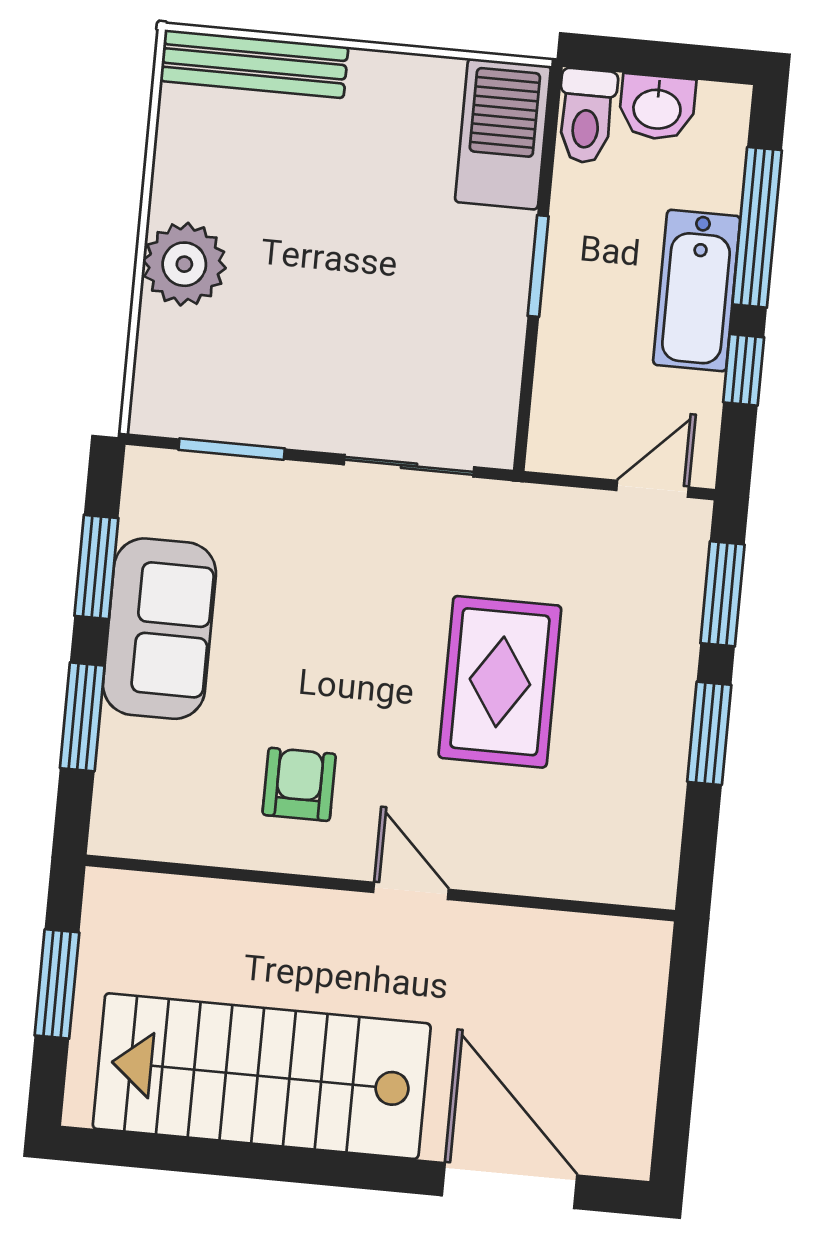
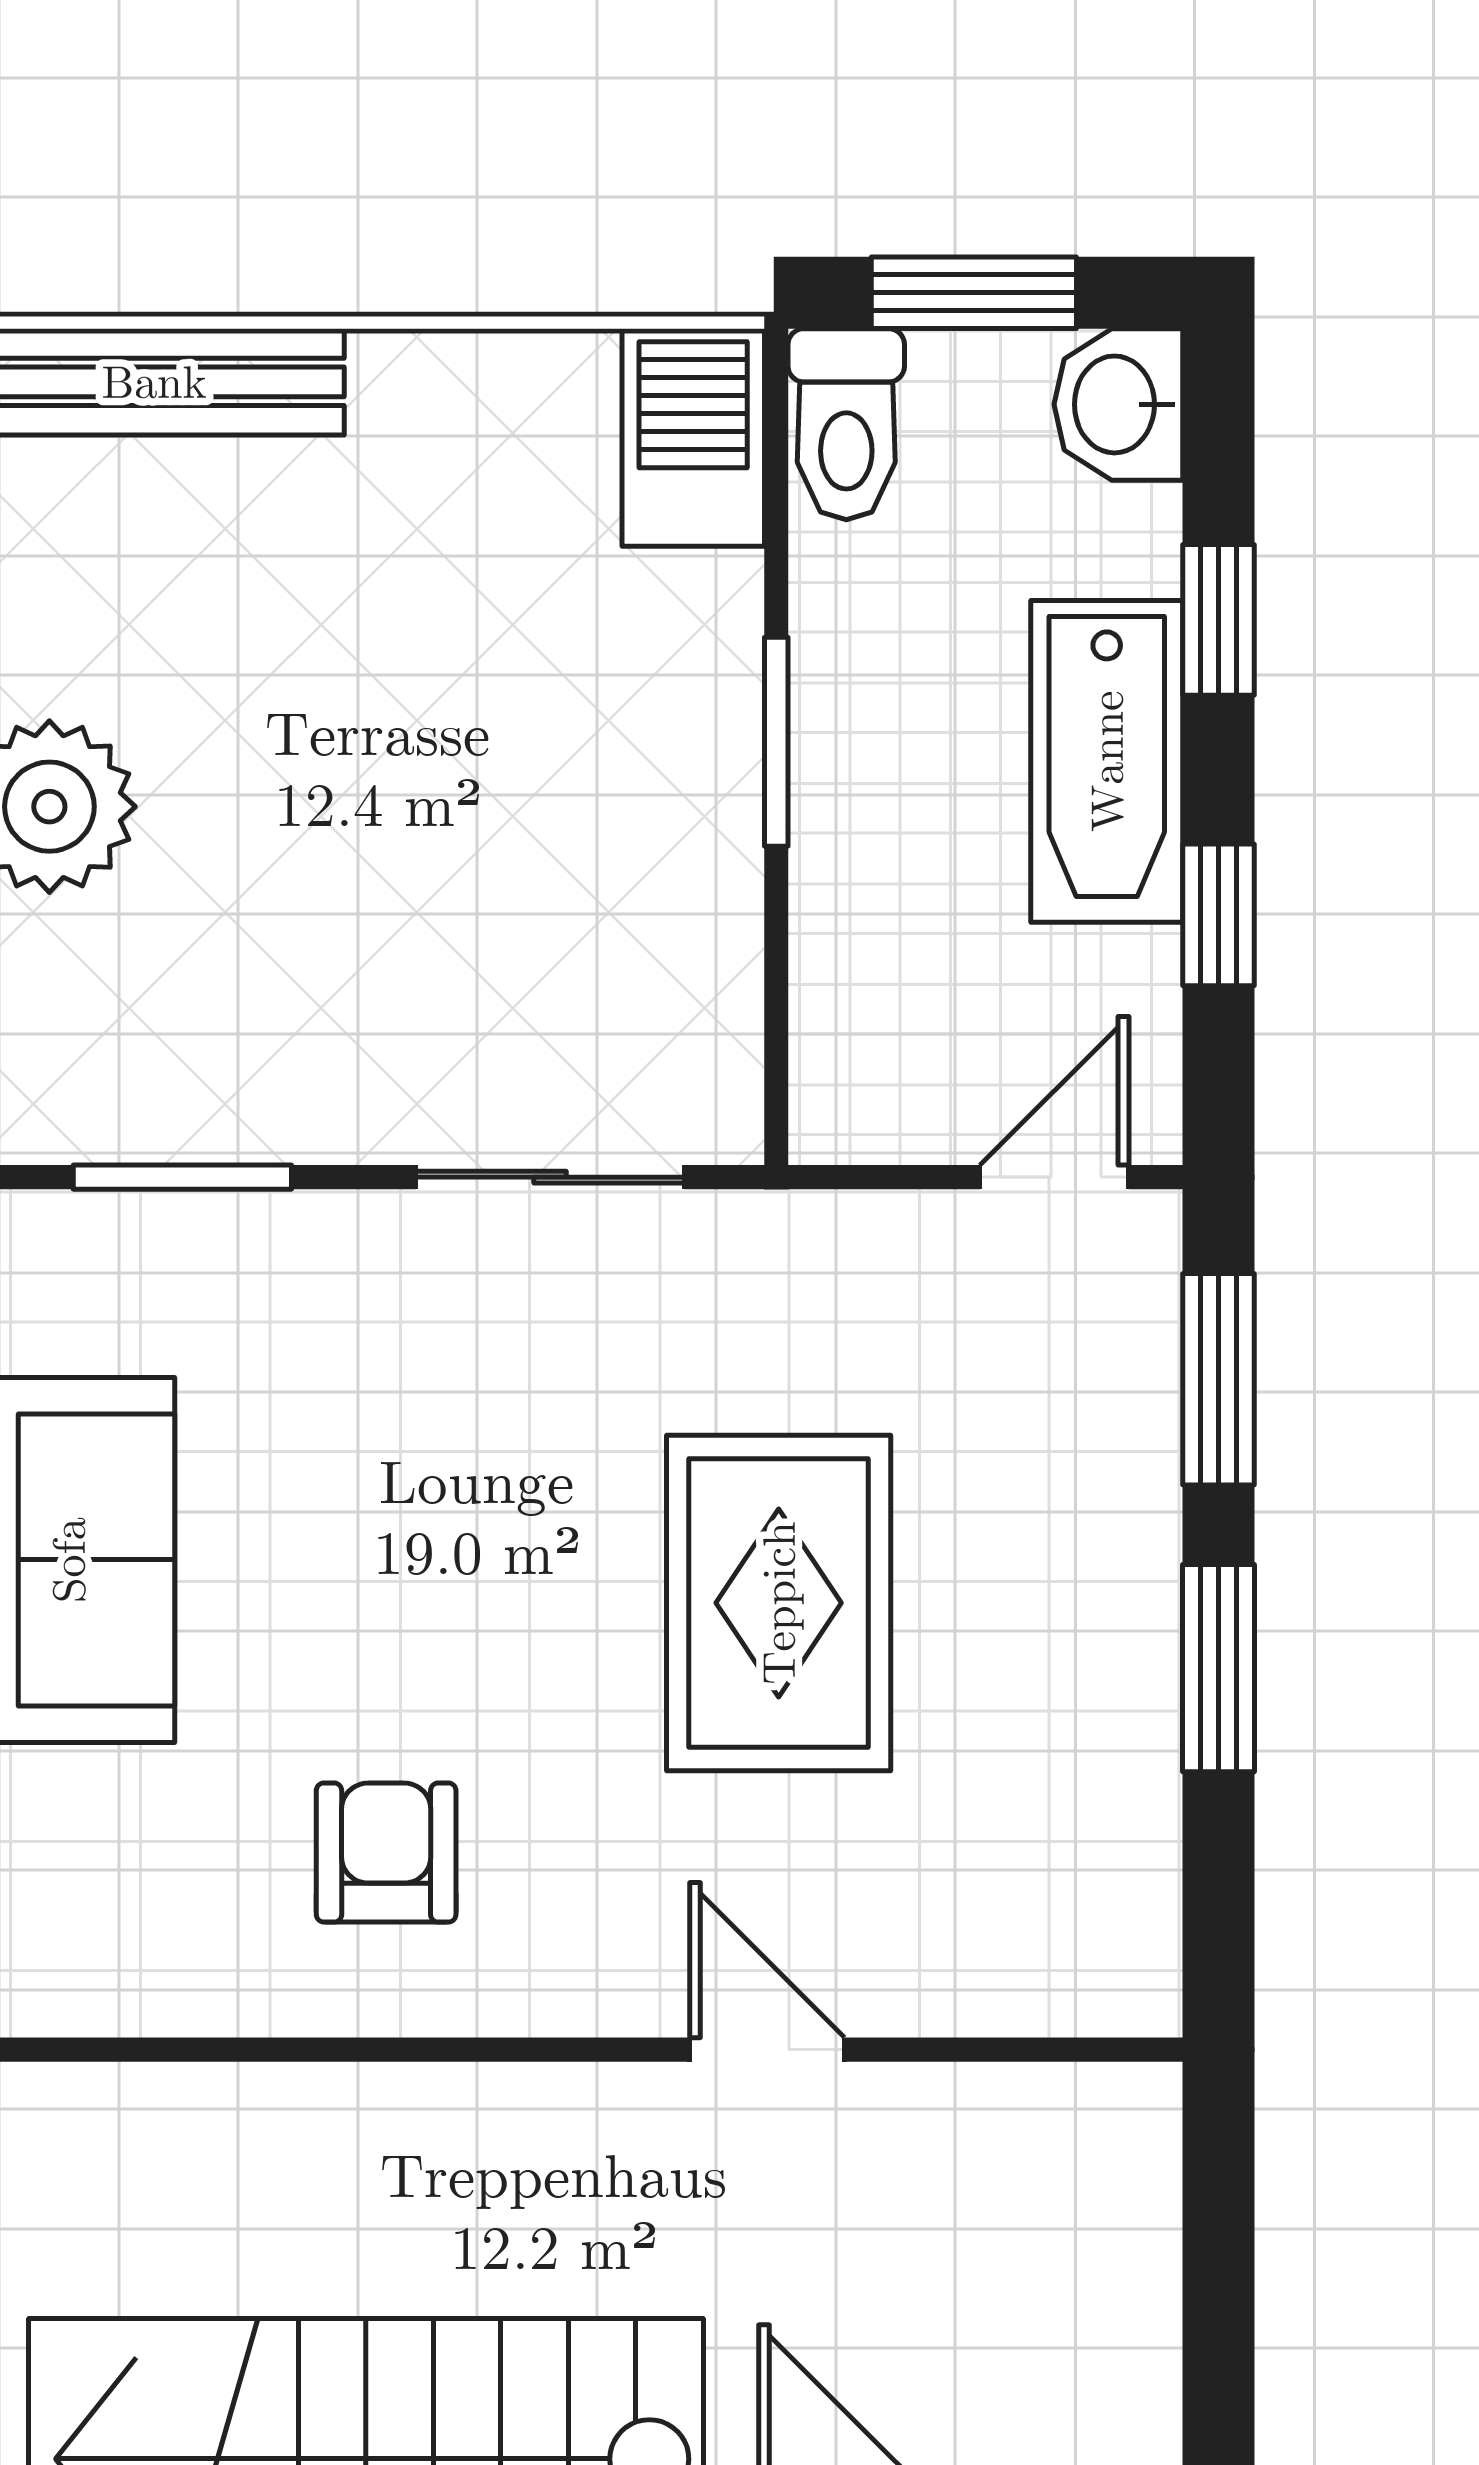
window: (654, 58) -> (974, 293), added
washbasin: (657, 107) -> (1118, 404), moved, turned 90
barbecue: (503, 134) -> (693, 437), width x0.73, depth x0.83
window: (757, 227) -> (1218, 620), width x0.46
door: (411, 891) -> (767, 2050), moved

